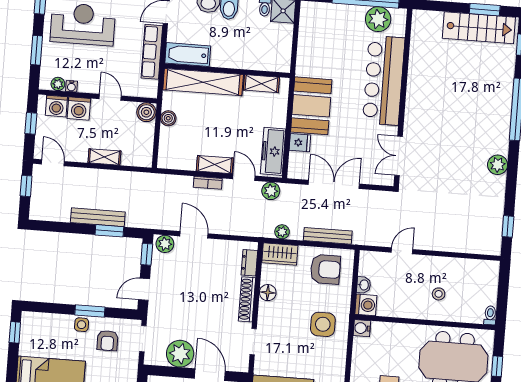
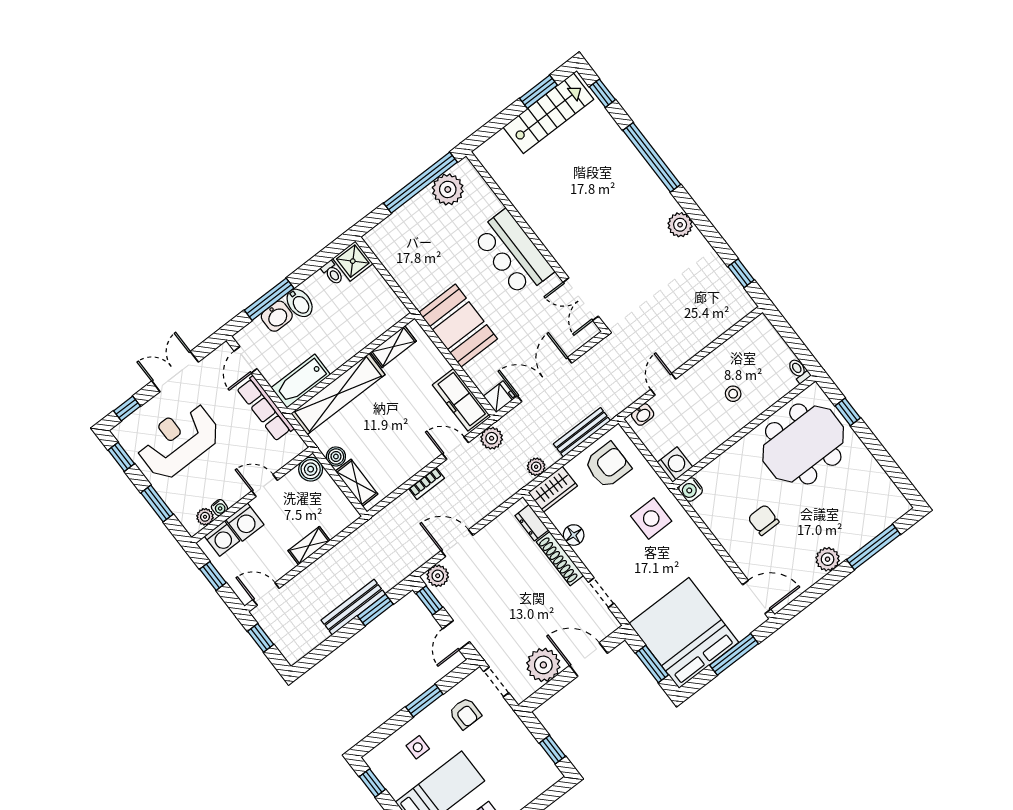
bar counter: (384, 80) -> (513, 253), width x0.73
fridge: (300, 143) -> (500, 397), moved
shelving: (215, 165) -> (357, 483), moved, turned 90
washbasin: (364, 285) -> (643, 415), moved, turned 90
side table: (82, 325) -> (418, 747), moved

